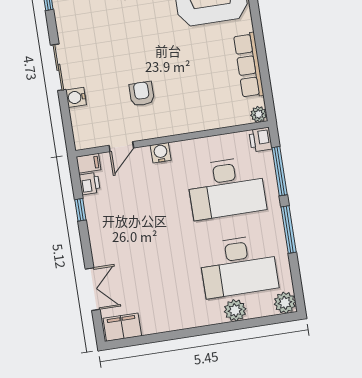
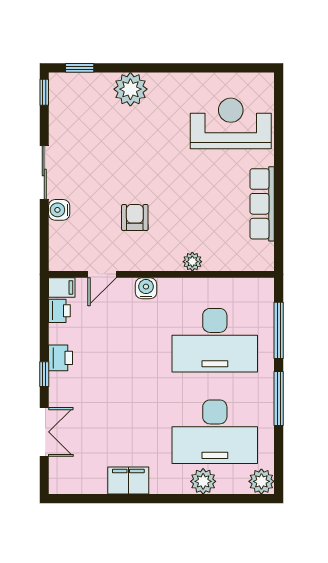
plant: (259, 114) -> (192, 262), moved
printer: (260, 139) -> (61, 358), moved, turned 180
window: (80, 210) -> (44, 374), moved
filing cabinet: (122, 327) -> (128, 481), moved

